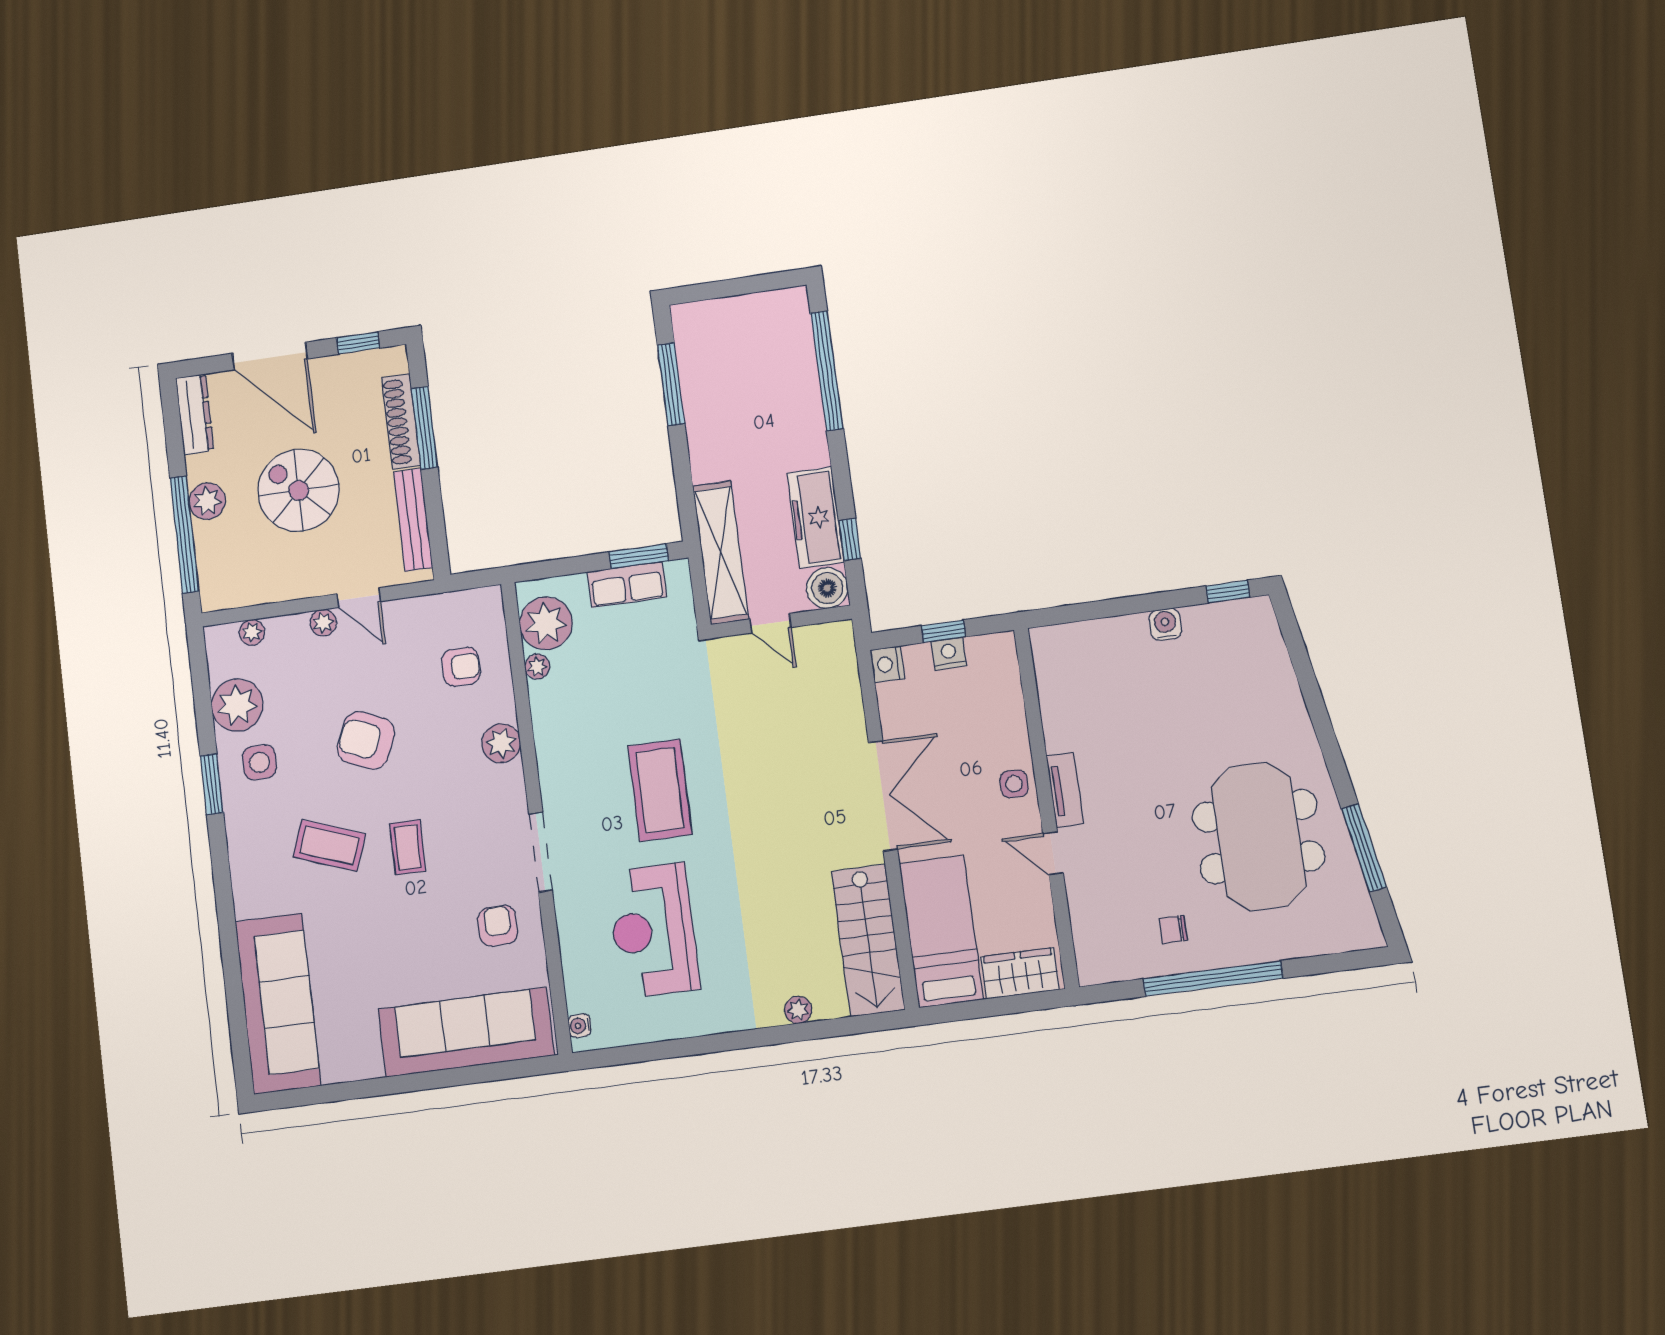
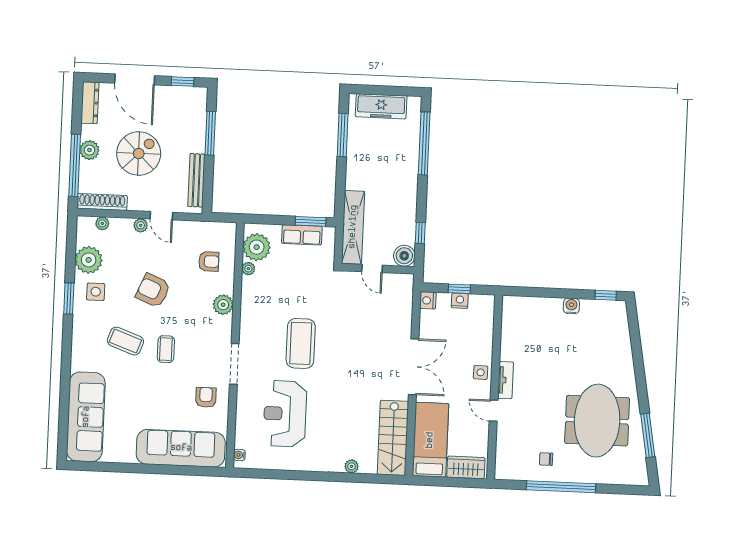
shoe rack: (401, 421) -> (102, 202), moved, turned 90
spiral stairs: (299, 490) -> (139, 154), turned 90
freezer: (816, 518) -> (381, 106), moved, turned -90

